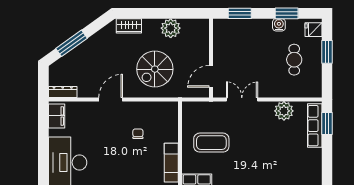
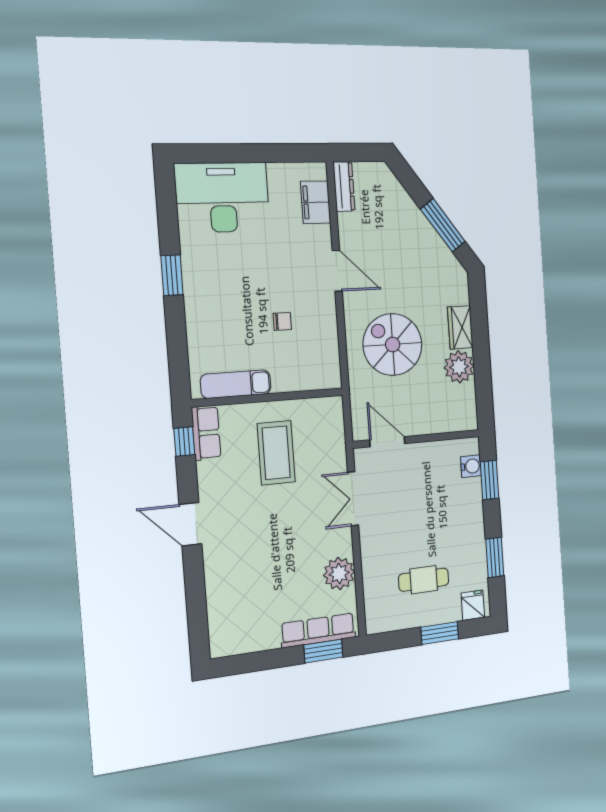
water cooler: (279, 25) -> (471, 466), moved
wardrobe: (129, 26) -> (460, 327), moved
window: (72, 43) -> (443, 225), moved
double door: (242, 99) -> (353, 499), swing flipped
filing cabinet: (57, 116) -> (316, 202), moved, turned 90

